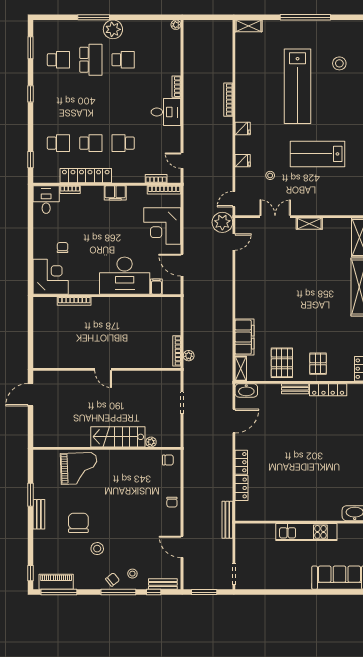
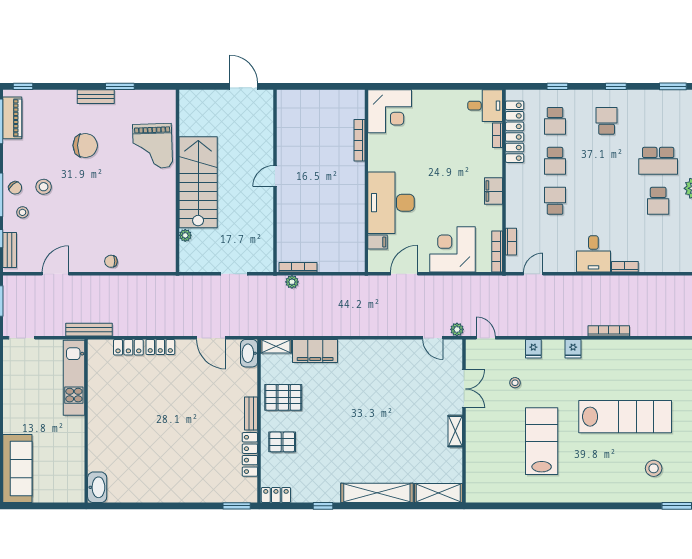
school desk: (58, 60) -> (607, 121), moved, turned 180
lab bench: (298, 86) -> (625, 417), turned 180
window: (31, 160) -> (557, 86), moved
locker: (86, 176) -> (515, 132), moved
plant: (222, 222) -> (457, 329), width x0.53, depth x0.53
chair: (63, 248) -> (426, 126), removed
stairs: (118, 437) -> (198, 182), width x1.36, depth x1.51
chair: (168, 460) -> (163, 256), removed
kitchen unit: (306, 532) -> (74, 378), moved
stool: (97, 549) -> (44, 187), moved

